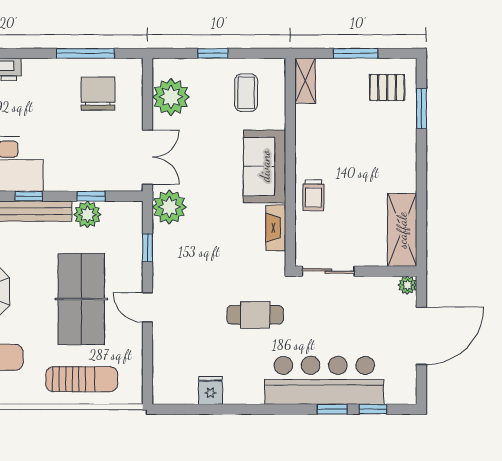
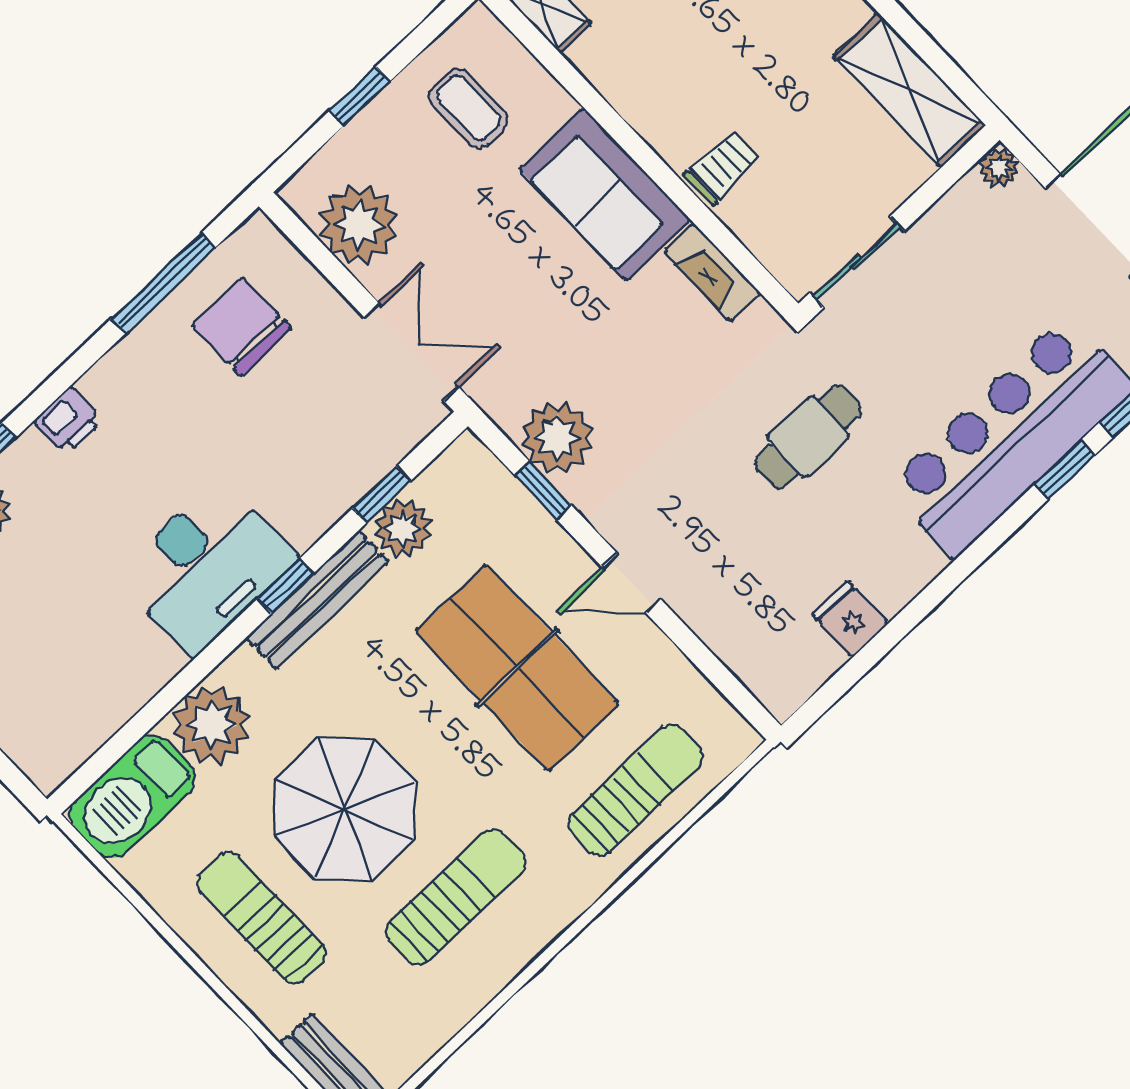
trolley: (313, 195) -> (722, 167), turned -90
plant: (169, 207) -> (557, 438), moved

